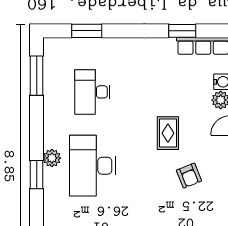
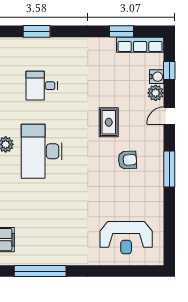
desk: (92, 92) -> (42, 86), width x0.73
armchair: (189, 176) -> (127, 160), turned -71

